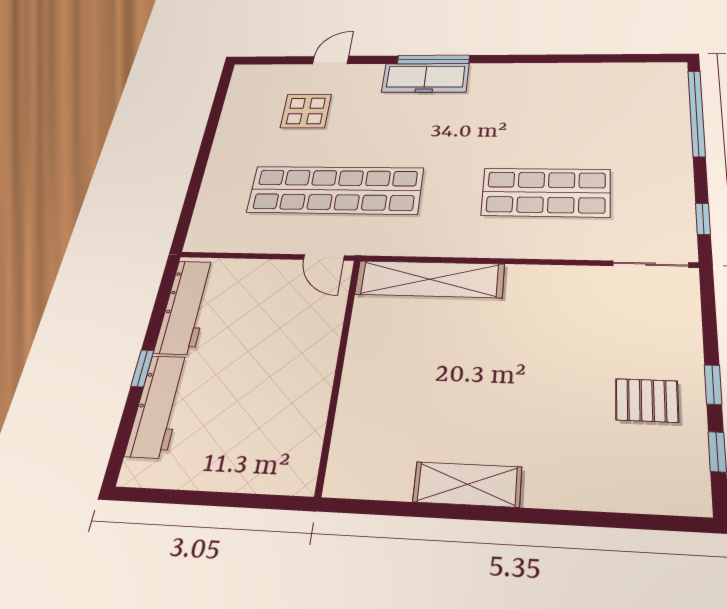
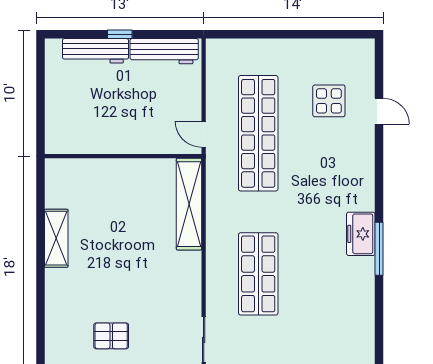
window: (433, 59) -> (379, 249), moved
freezer: (425, 78) -> (361, 234), moved, width x0.71
door: (324, 258) -> (204, 134), hinge flipped
pallet: (647, 400) -> (111, 336), turned 90

